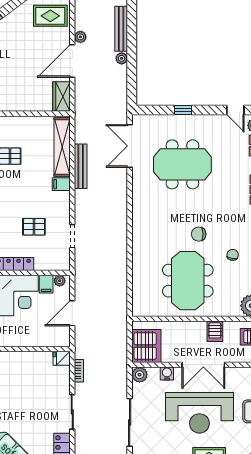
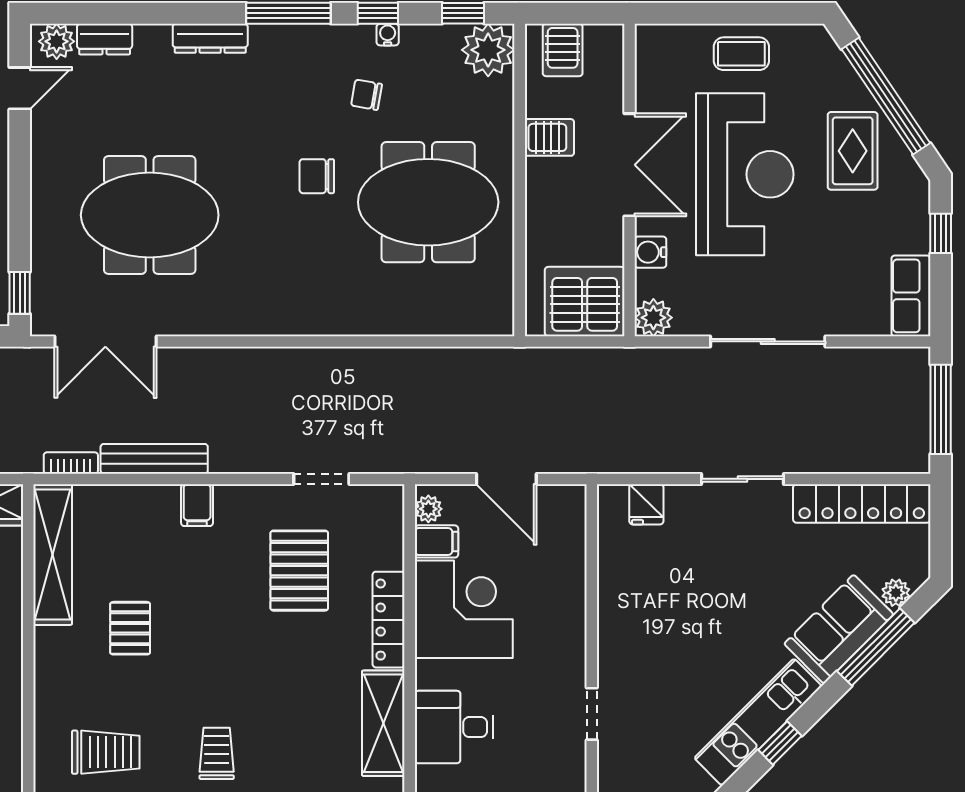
window: (183, 110) -> (20, 293), moved
shelving: (62, 147) -> (53, 555), moved, turned 90
meeting table: (182, 164) -> (150, 215), turned 90
pallet: (34, 227) -> (299, 571), width x1.50, depth x1.42
chair: (199, 234) -> (317, 176), turned 91
fridge: (62, 358) -> (646, 504), moved
bookcase: (79, 371) -> (71, 463), moved

